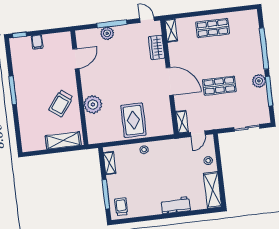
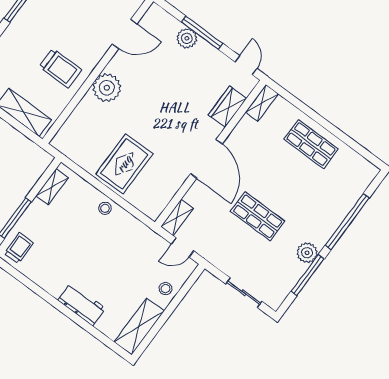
trolley: (61, 103) -> (60, 68), turned -127
plant: (93, 104) -> (107, 88), moved

